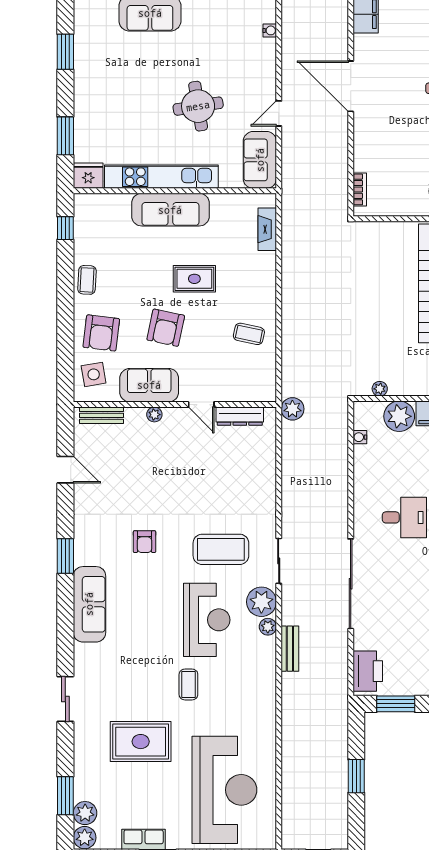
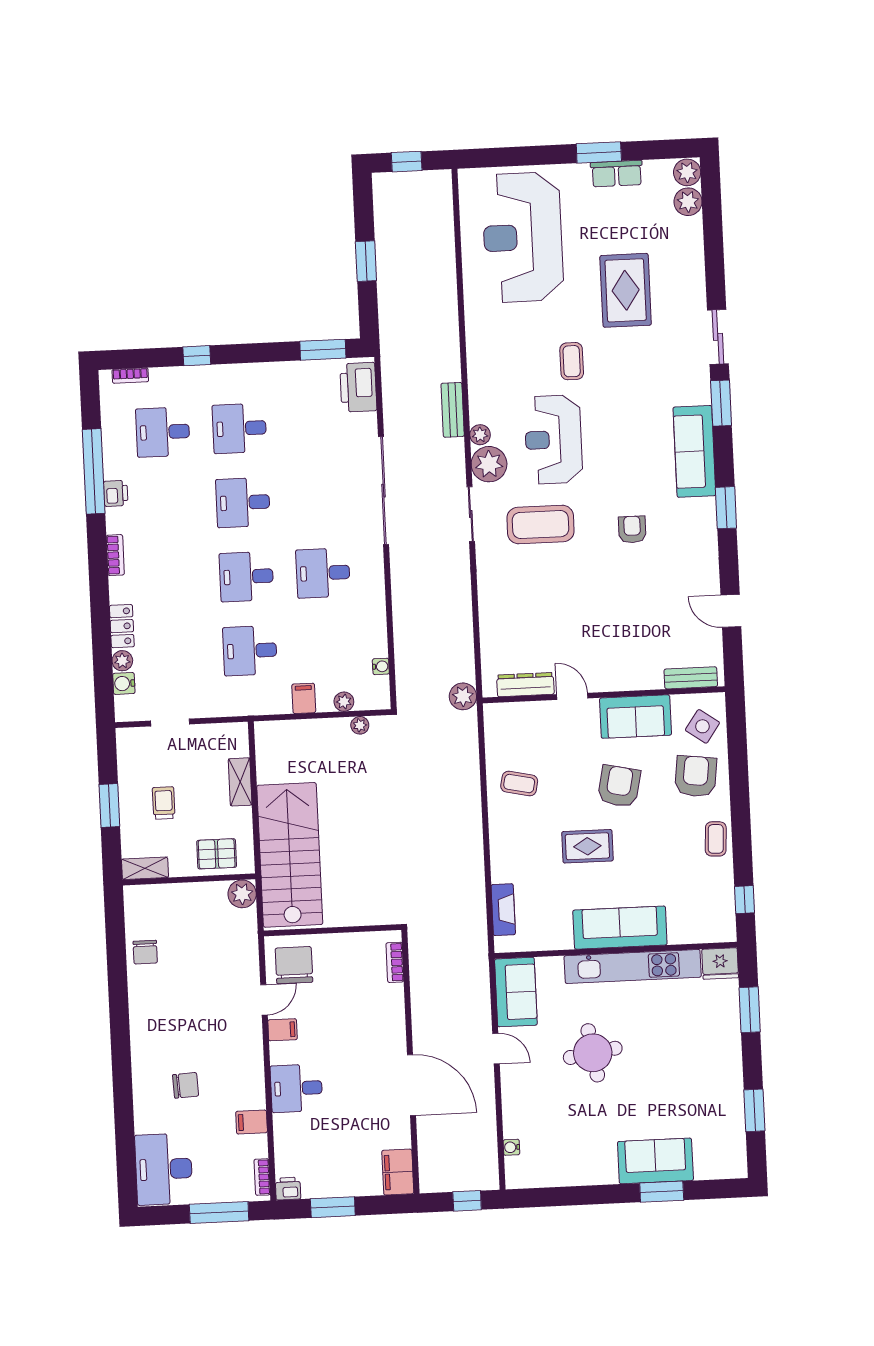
door: (279, 113) -> (496, 1049), hinge flipped
side table: (94, 374) -> (702, 726), turned 45
plant: (154, 415) -> (628, 682), removed
plant: (399, 416) -> (344, 702), width x0.53, depth x0.53
rug: (141, 742) -> (626, 290), turned 90
window: (65, 796) -> (721, 403), moved

